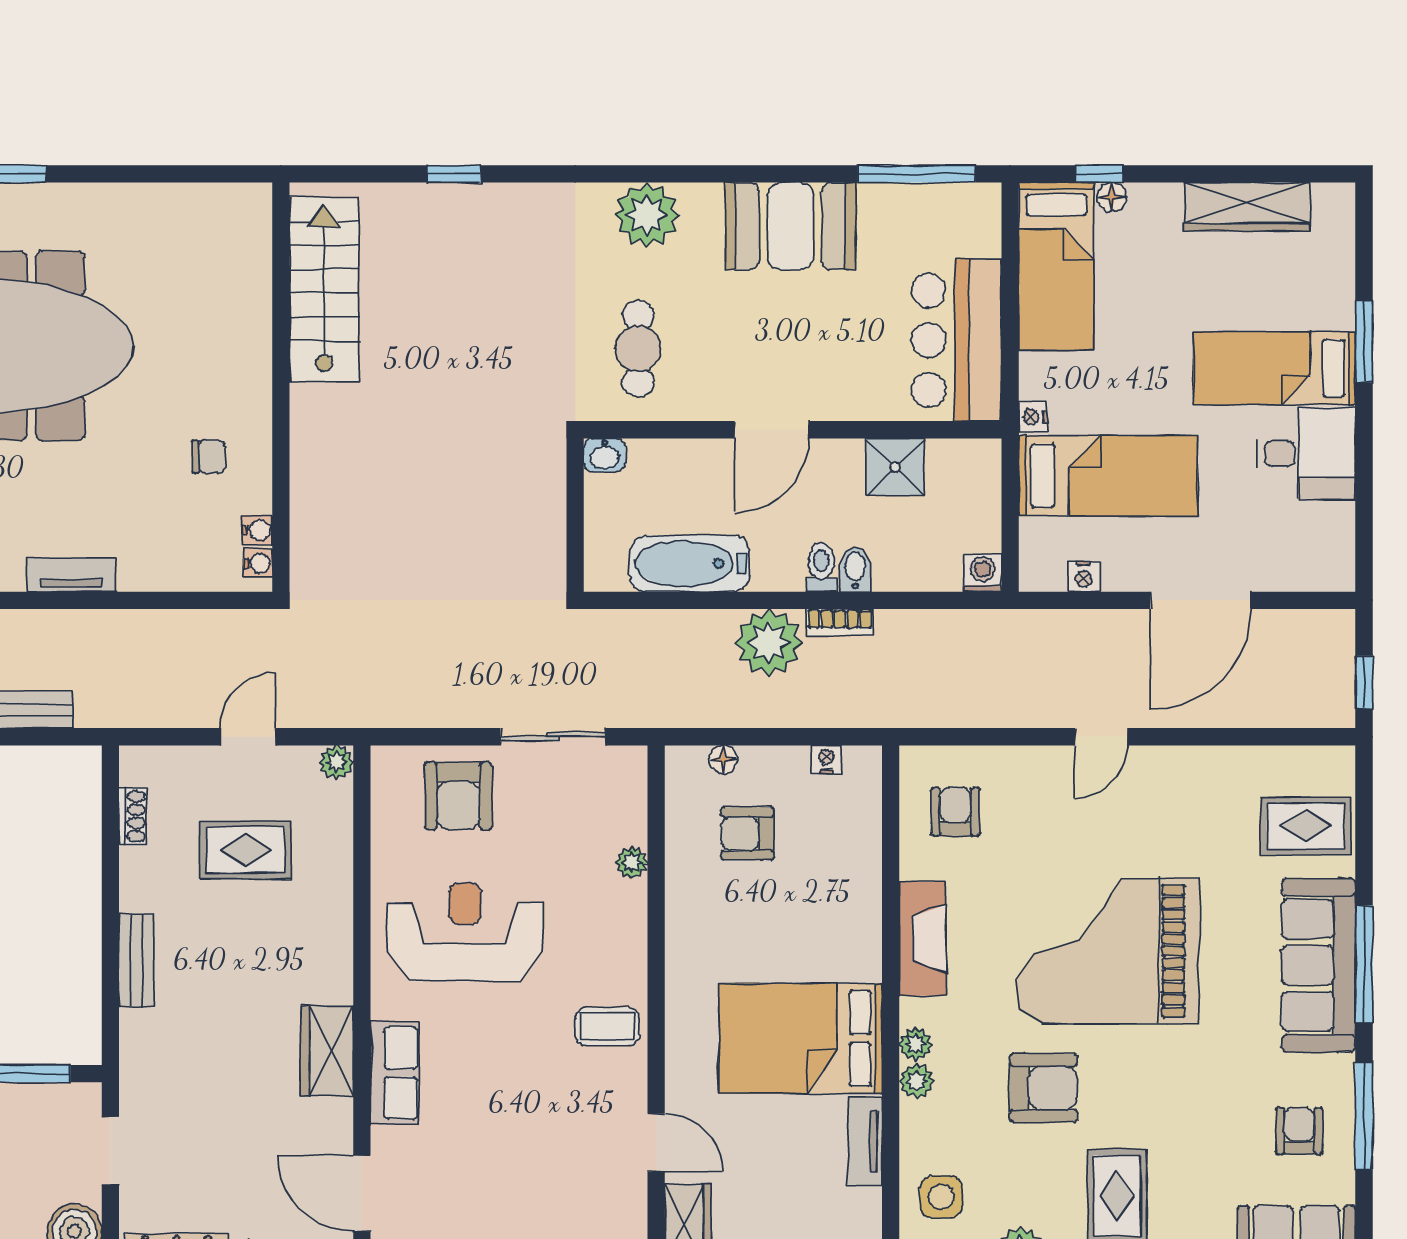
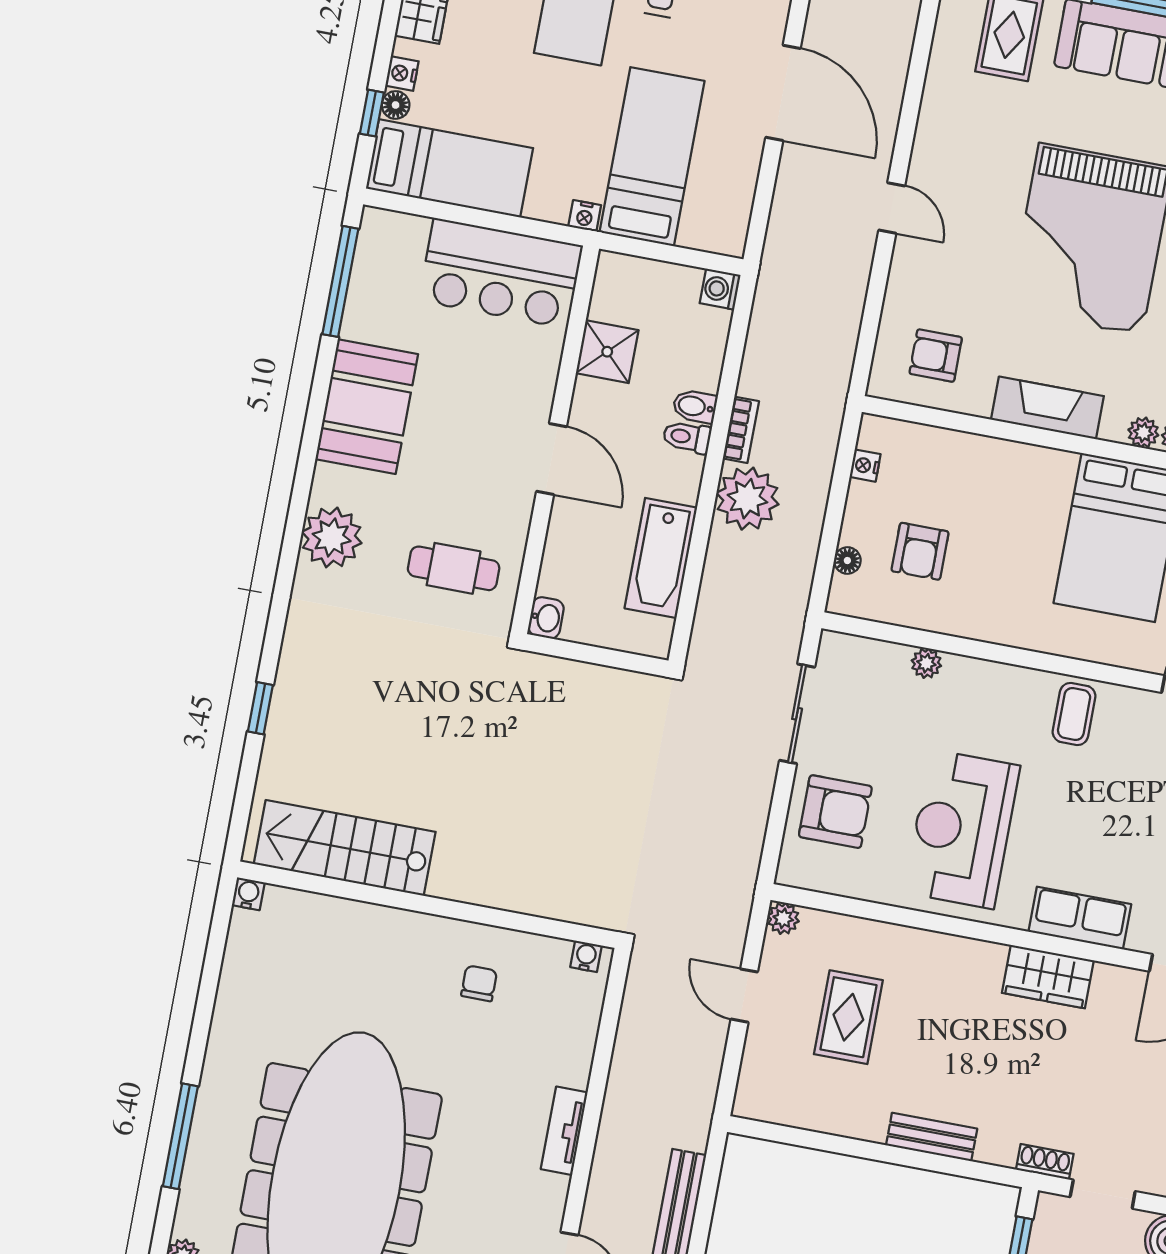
water cooler: (257, 530) -> (248, 894), moved
nightstand: (1084, 577) -> (402, 73), moved, turned 180
shoe rack: (133, 816) -> (1045, 1162), moved

